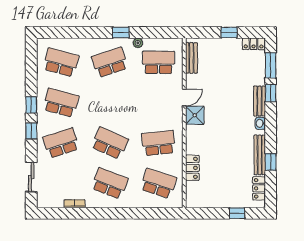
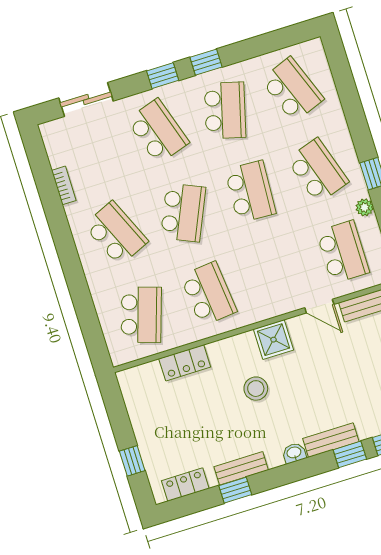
school desk: (61, 62) -> (292, 89), turned -36
door: (184, 98) -> (319, 306), moved
school desk: (110, 103) -> (250, 192), added
stool: (218, 133) -> (256, 389), added
bench: (260, 155) -> (241, 468), width x0.73
school desk: (110, 183) -> (116, 233), turned -45

